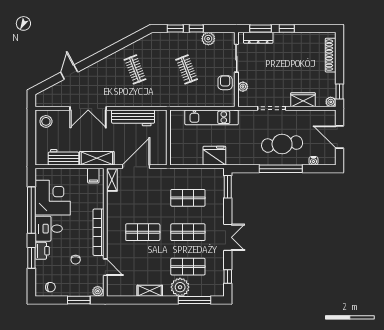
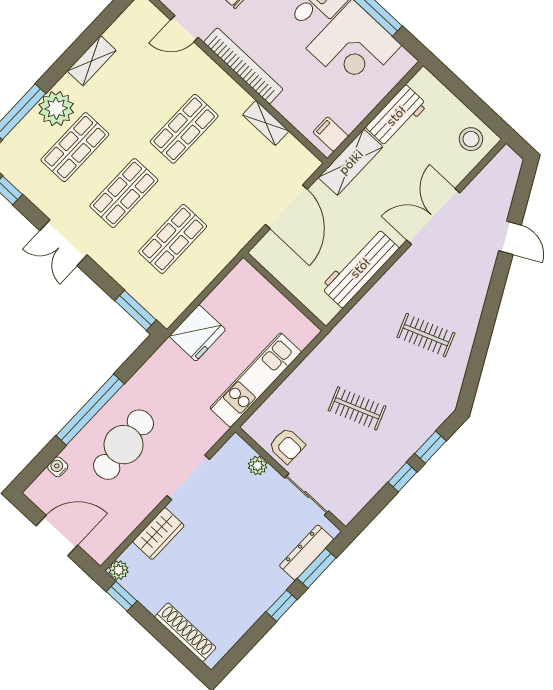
plant: (208, 39) -> (372, 480), removed
shelving: (112, 180) -> (266, 123), moved

